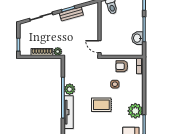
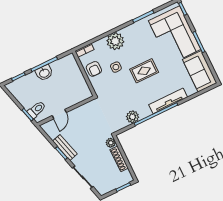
washbasin: (137, 38) -> (44, 73), moved
door: (100, 47) -> (59, 114), moved
plant: (70, 89) -> (133, 117), moved
rug: (101, 105) -> (144, 71), turned 90
plant: (135, 111) -> (115, 41), moved

